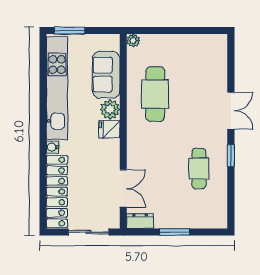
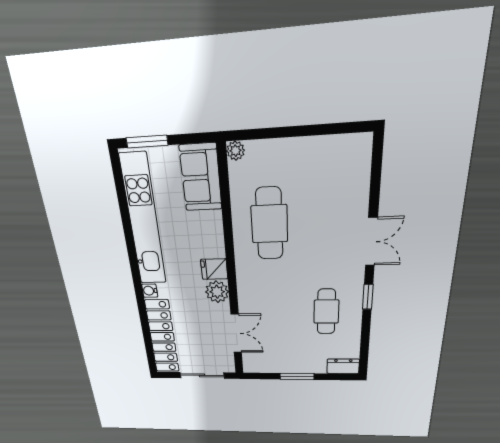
sofa: (106, 75) -> (201, 177), moved
plant: (110, 109) -> (217, 292), moved
dresser: (140, 221) -> (343, 366), moved

